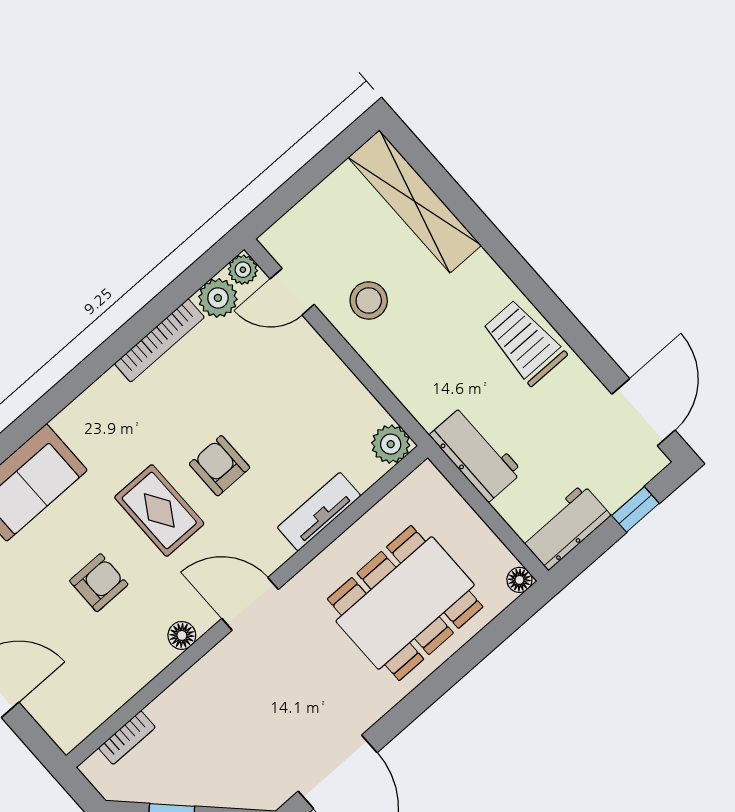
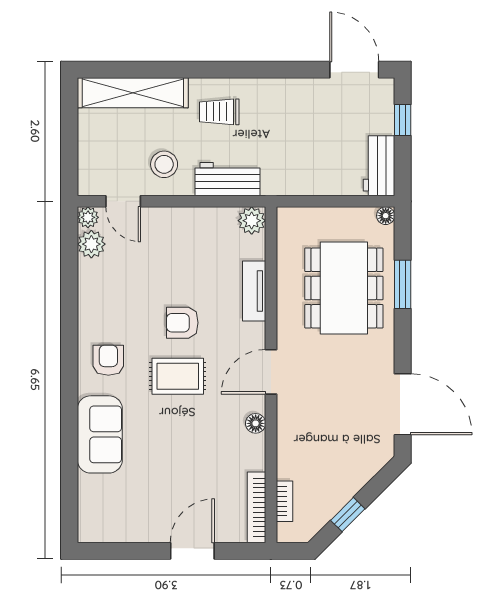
door: (292, 292) -> (123, 201), hinge flipped
bookcase: (159, 340) -> (256, 507), moved, turned 180
trolley: (524, 342) -> (219, 112), moved, width x0.73, depth x0.72
workbench: (476, 454) -> (227, 179), moved
armchair: (99, 583) -> (108, 360), moved
window: (463, 661) -> (403, 284), added

